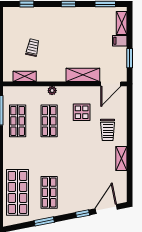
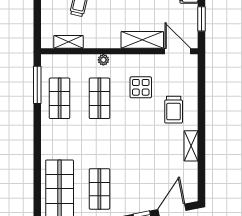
door: (111, 84) -> (178, 51), swing flipped

